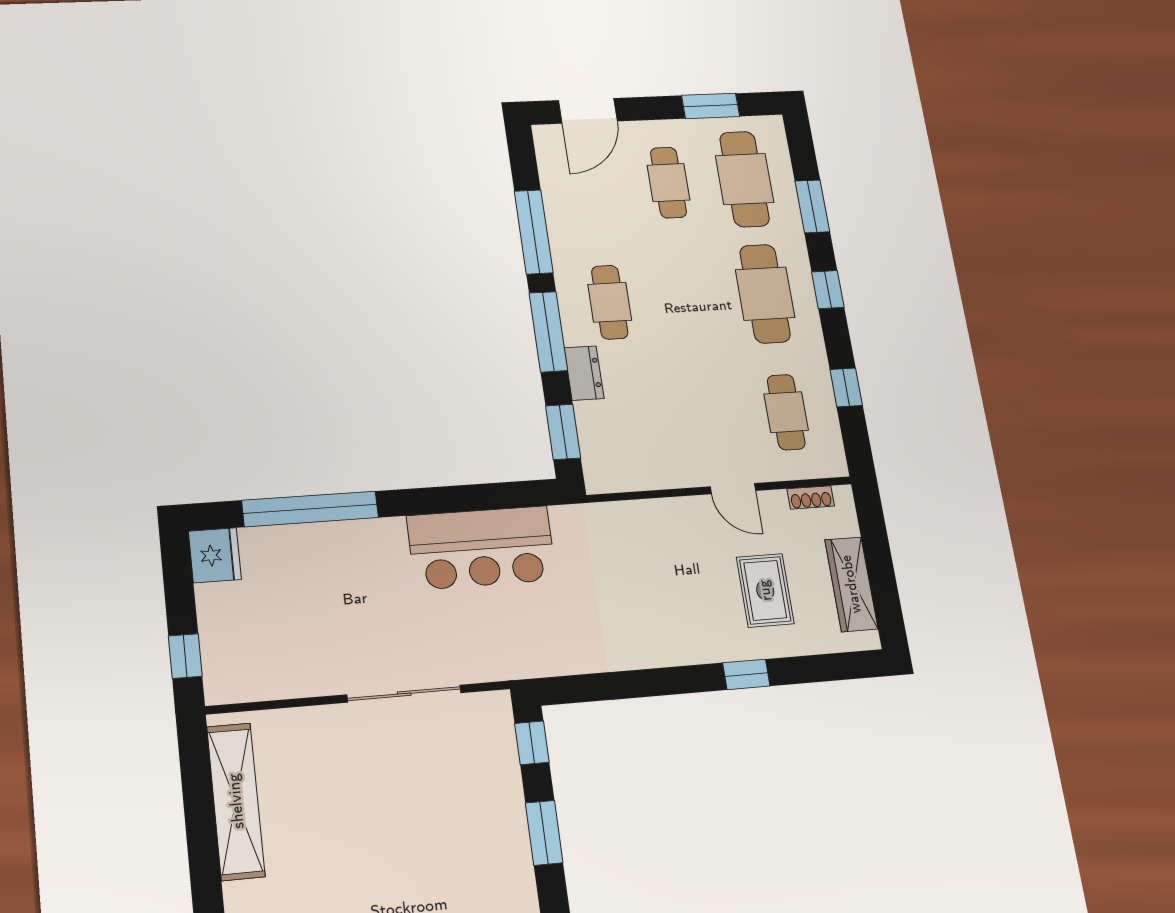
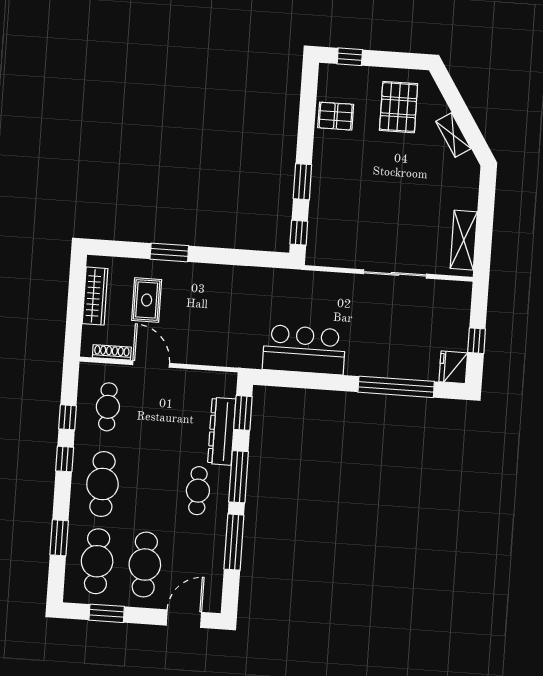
cafe table: (668, 183) -> (145, 565), width x1.37, depth x1.35
window: (828, 290) -> (65, 459), moved
dresser: (584, 373) -> (222, 431), width x1.96, depth x1.24
door: (733, 489) -> (151, 364), width x1.38
shoe rack: (811, 497) -> (112, 352), width x1.43
window: (185, 656) -> (477, 341), moved
window: (746, 674) -> (169, 252), width x1.50
sliding door: (404, 694) -> (395, 274), moved
shelving: (236, 801) -> (464, 240), width x0.68

